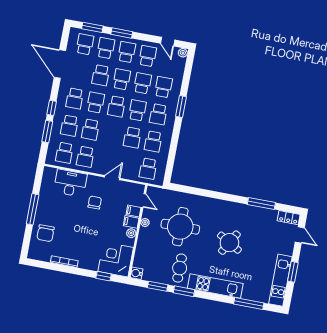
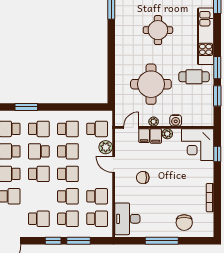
school desk: (96, 102) -> (68, 174), moved, turned 180
plant: (130, 173) -> (106, 147), added
desk: (70, 183) -> (127, 219), moved
chair: (46, 233) -> (184, 223), turned 90
round table: (229, 243) -> (158, 30), turned -30
water cooler: (136, 273) -> (176, 120), moved

